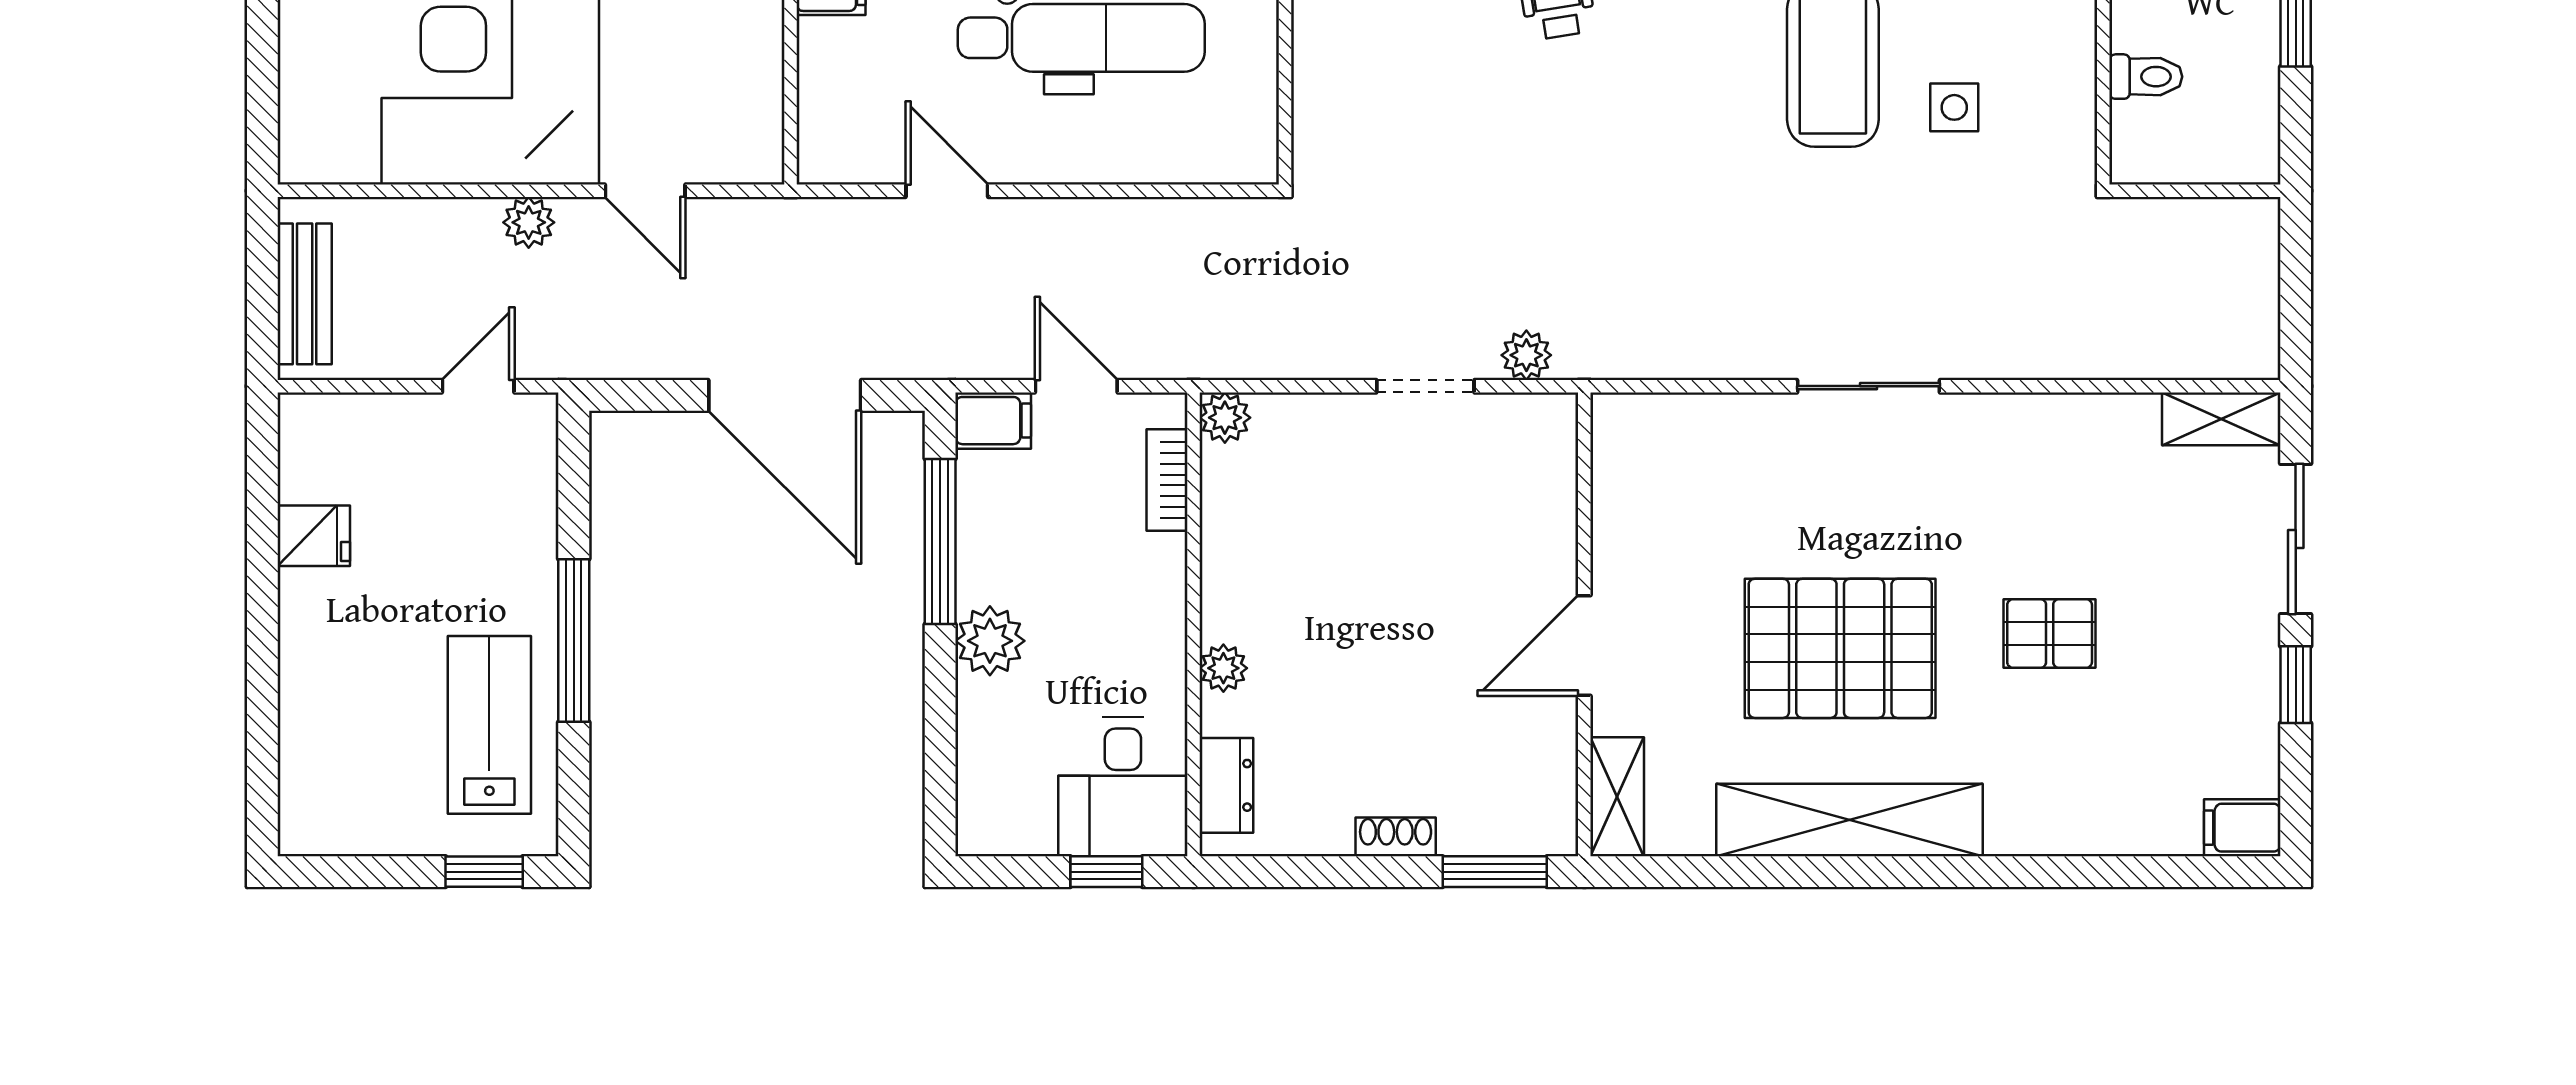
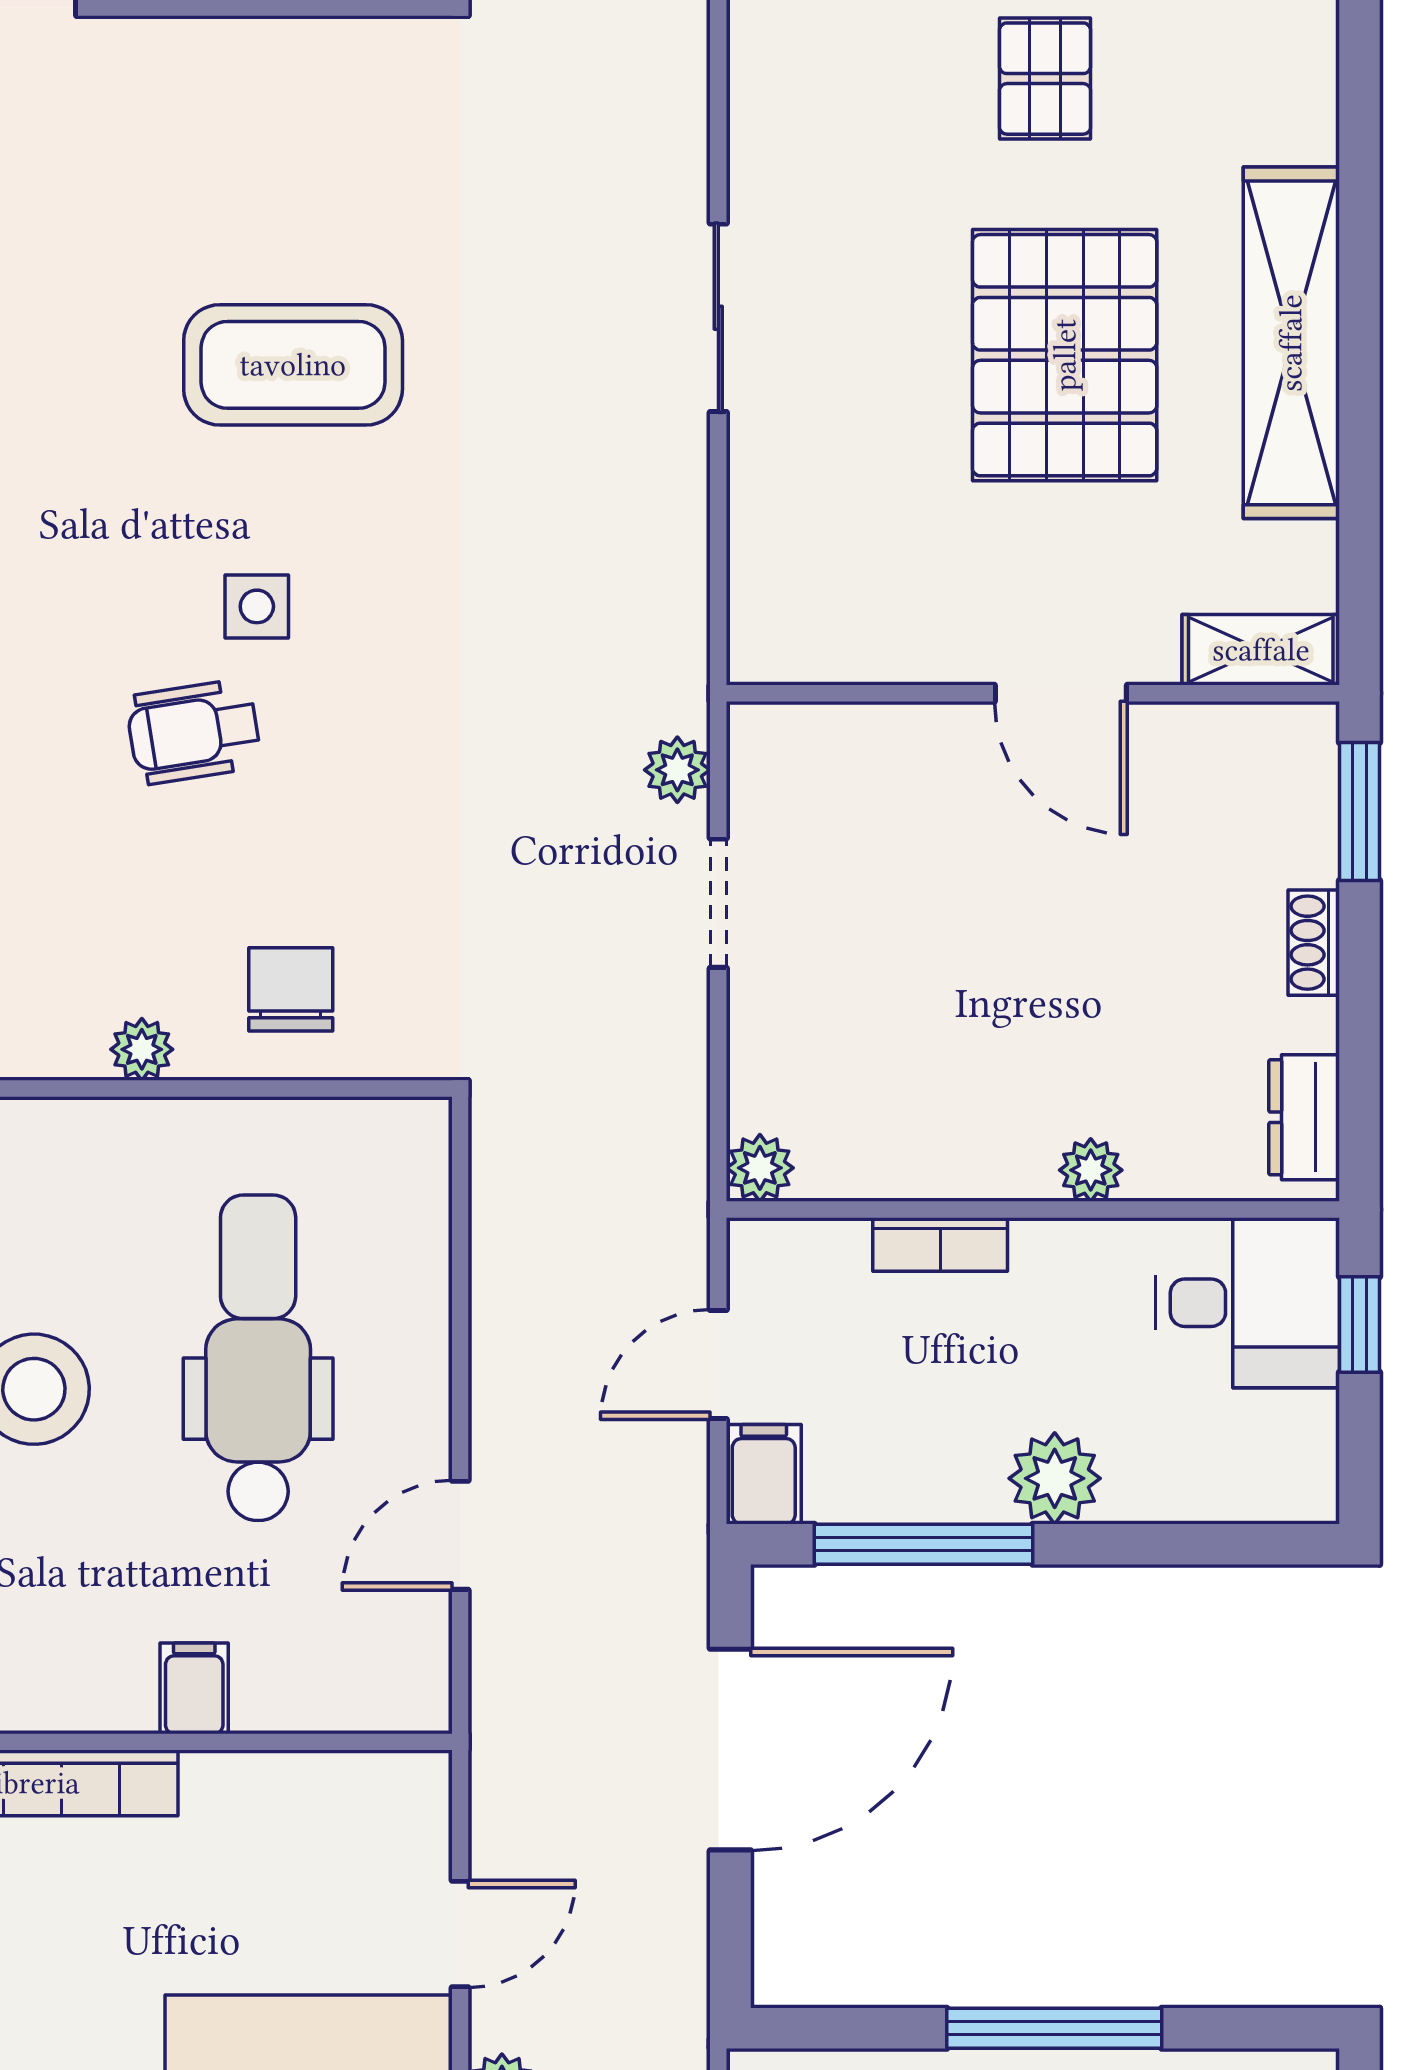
chair: (1360, 63) -> (291, 989), added
side table: (1954, 107) -> (257, 606), moved
bookcase: (1167, 480) -> (940, 1244), moved
dresser: (1226, 785) -> (1304, 1117), moved, turned -90

